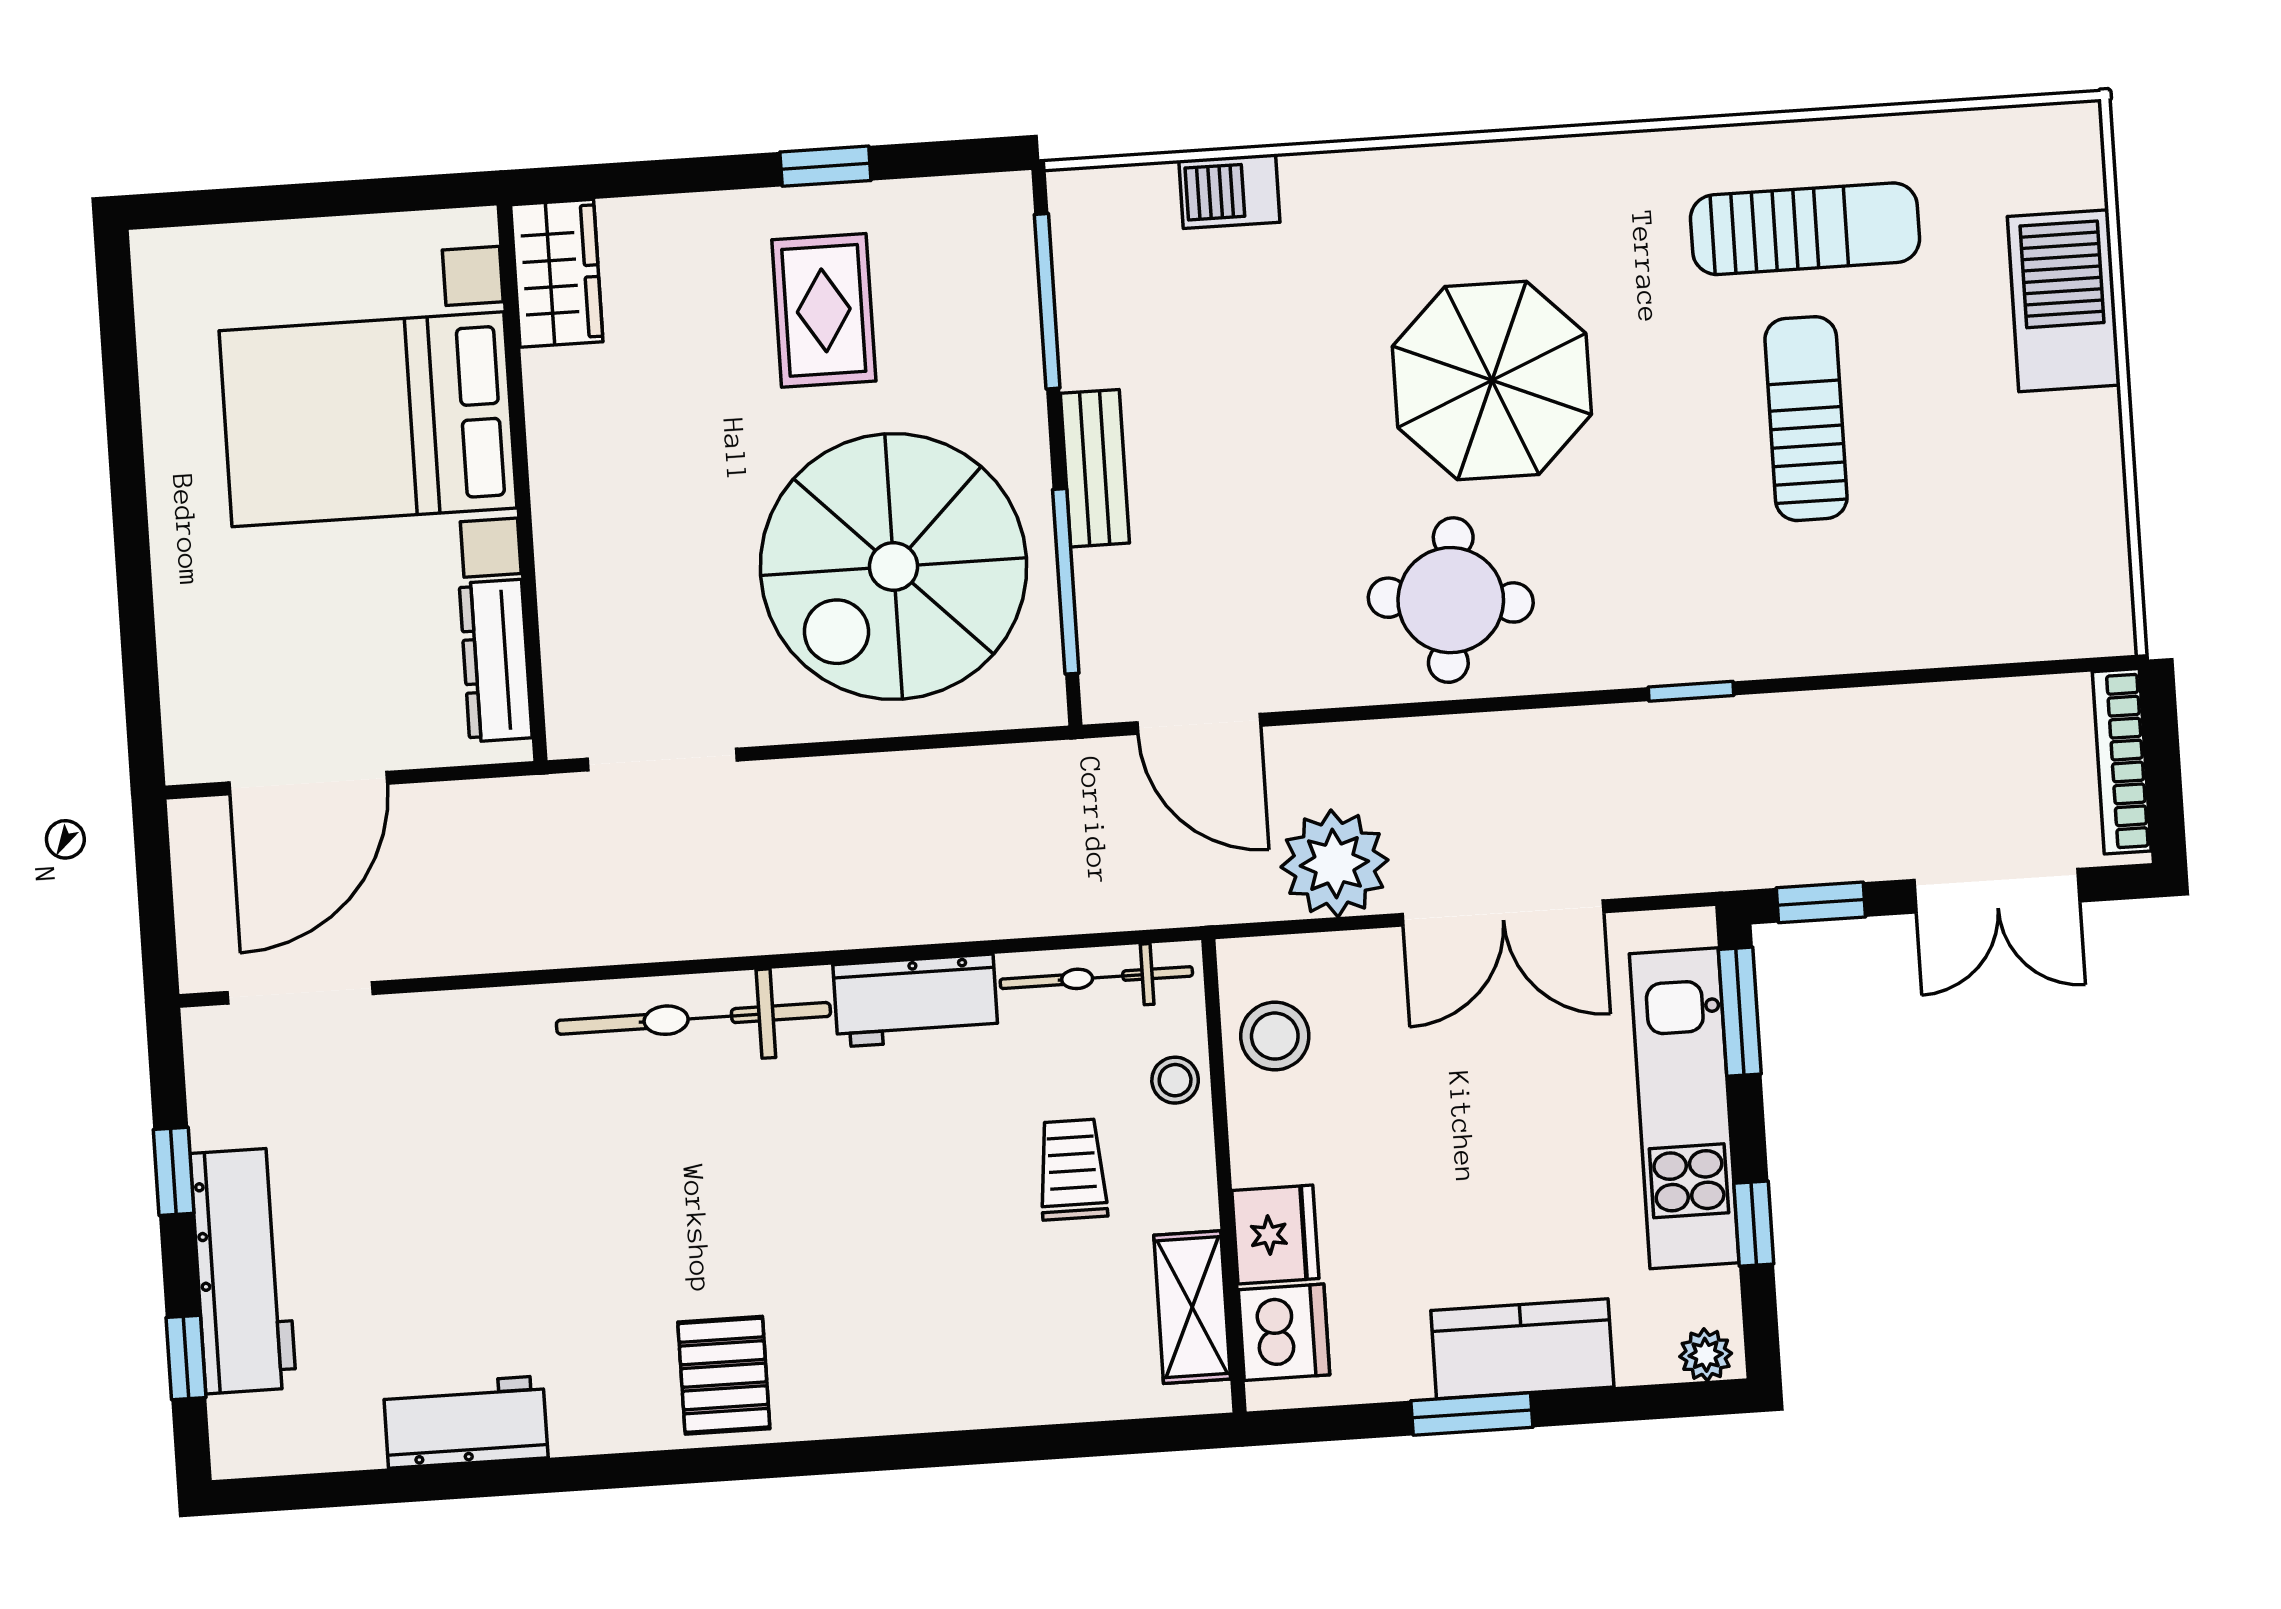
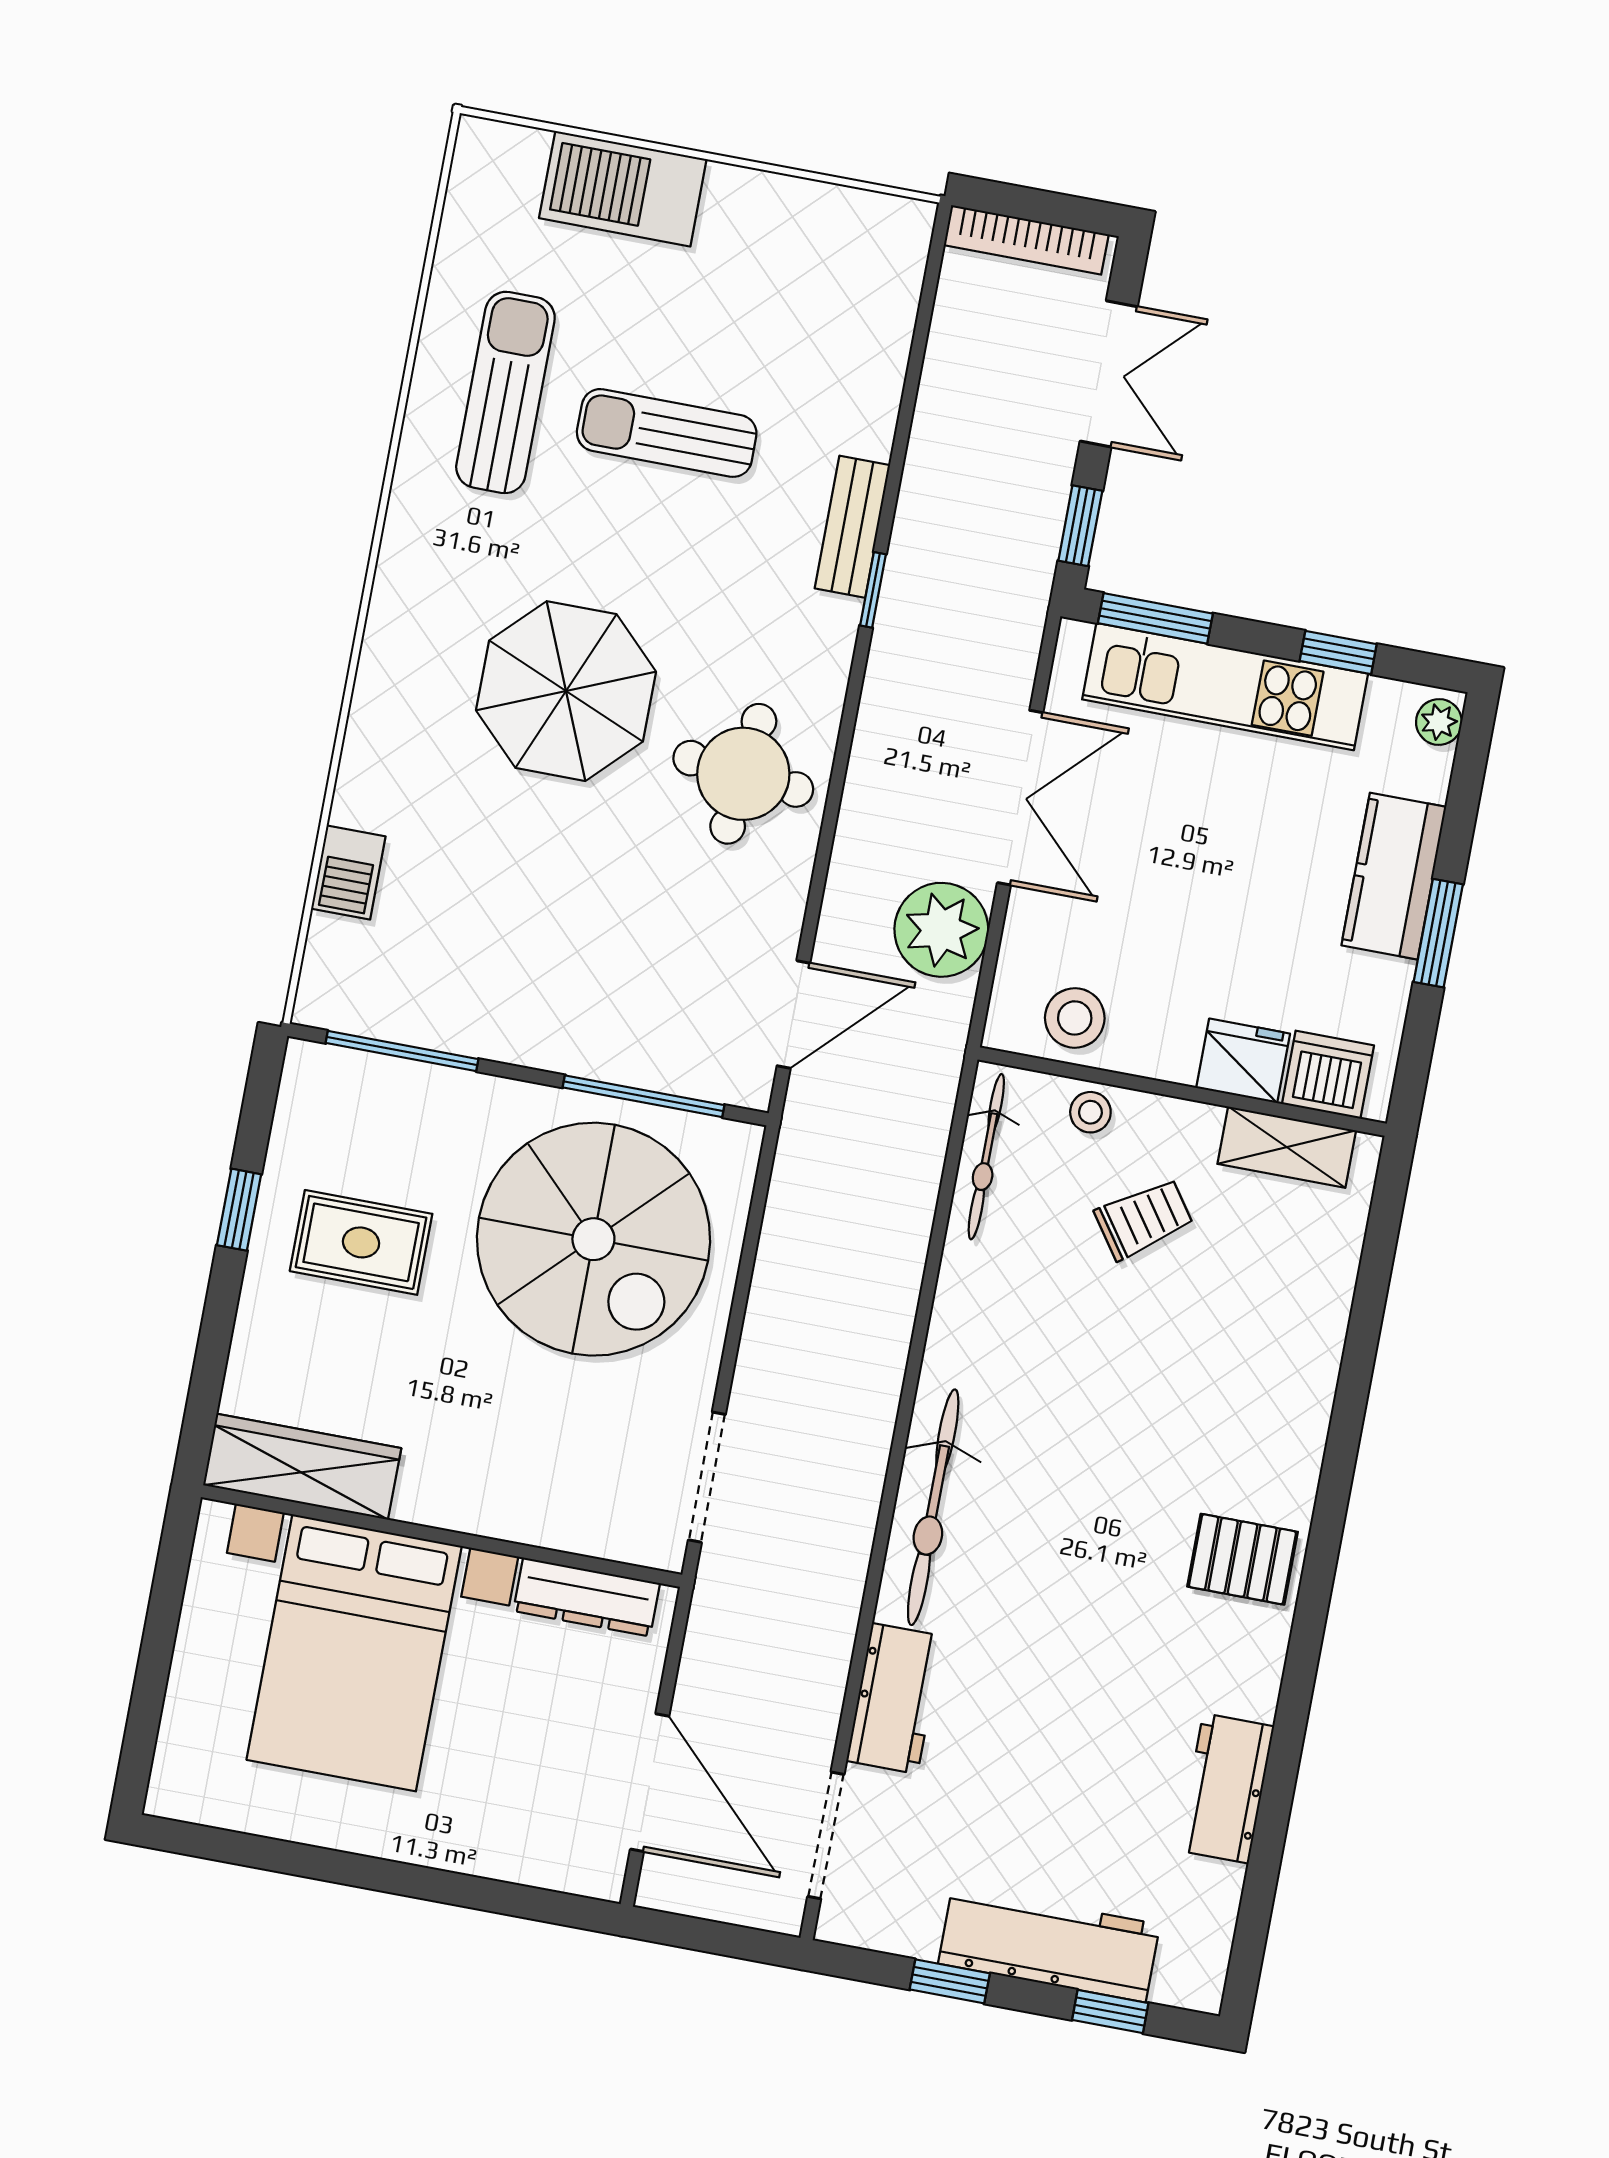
wardrobe: (557, 273) -> (302, 1467), width x1.50
bench: (1095, 468) -> (852, 527), moved, turned 90
workbench: (916, 1001) -> (895, 1698), moved
trolley: (1072, 1170) -> (1144, 1219), turned 145

